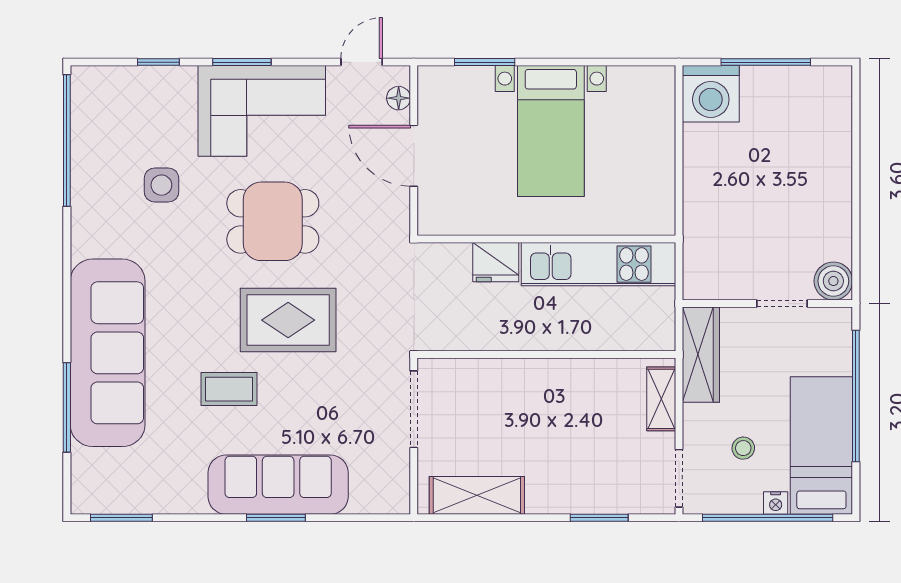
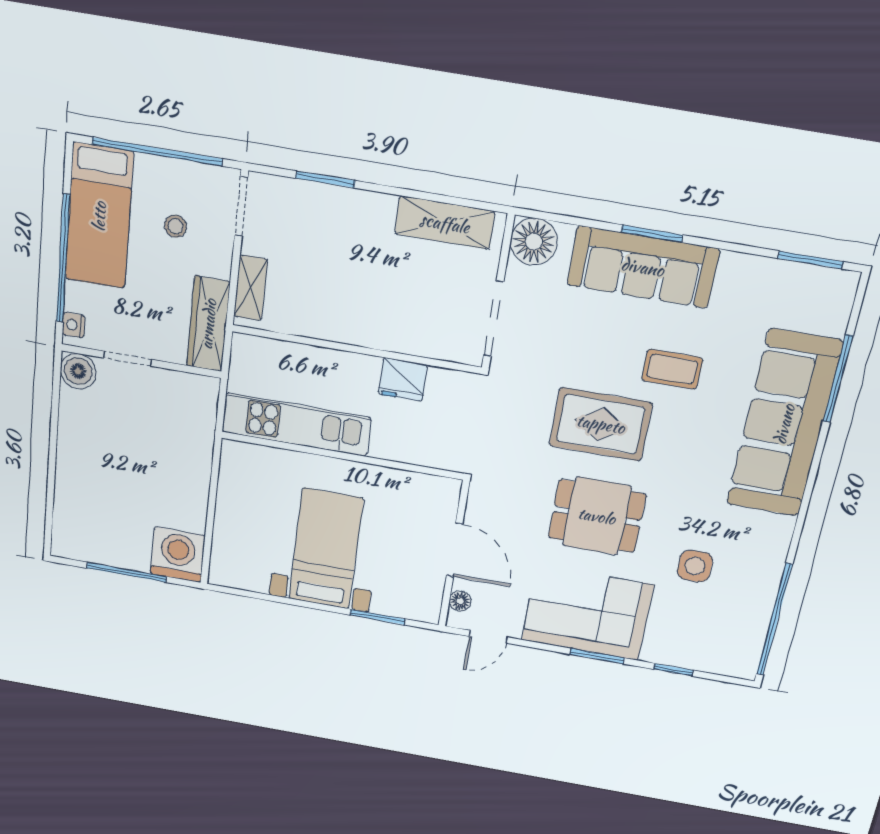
fridge: (496, 262) -> (403, 380), moved, turned 180
floor lamp: (387, 491) -> (534, 242), added
nightstand: (776, 503) -> (74, 325), moved, turned -90

